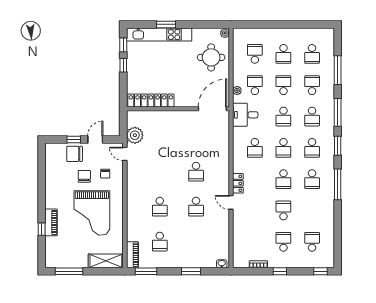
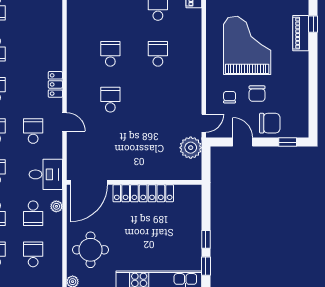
school desk: (255, 54) -> (33, 254), turned 180
locker: (151, 100) -> (143, 193), moved
window: (74, 139) -> (288, 142), moved
door: (95, 139) -> (243, 142), swing flipped
door: (125, 154) -> (204, 123), hinge flipped
door: (231, 202) -> (64, 122), moved

